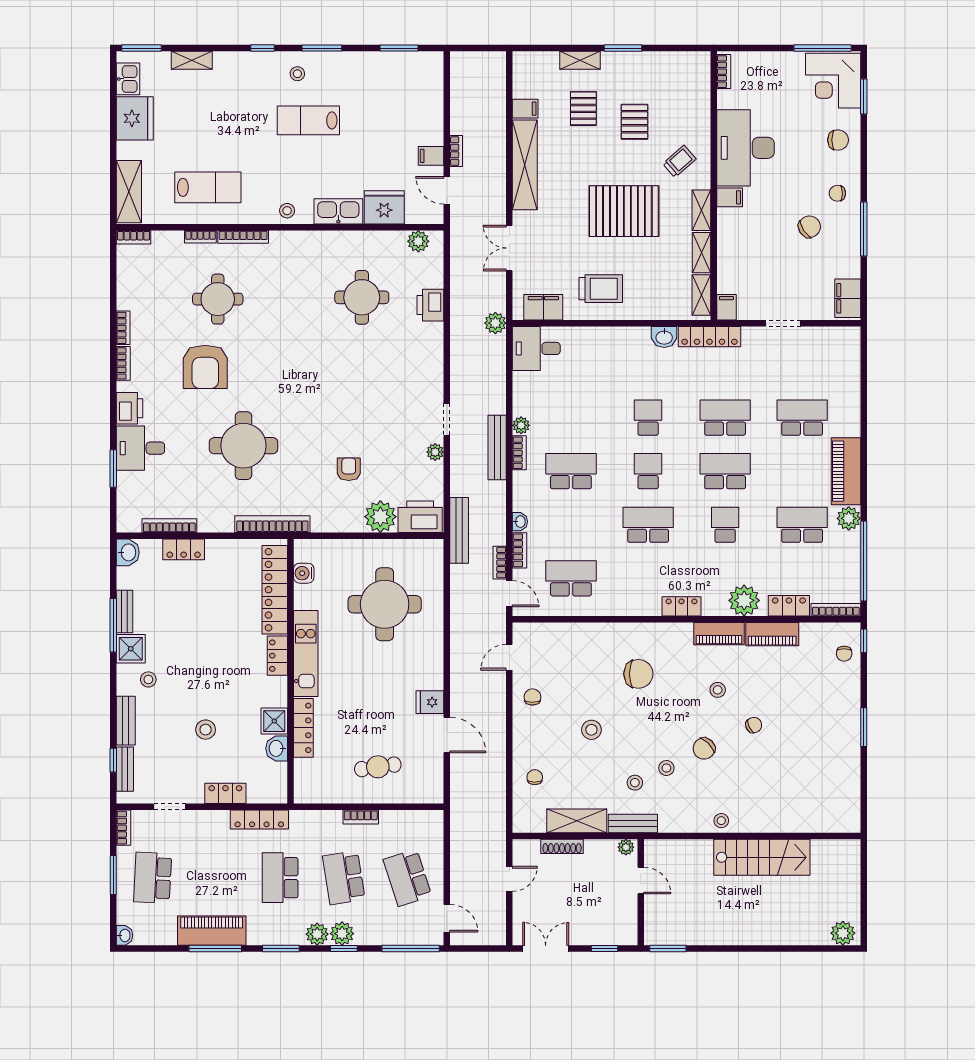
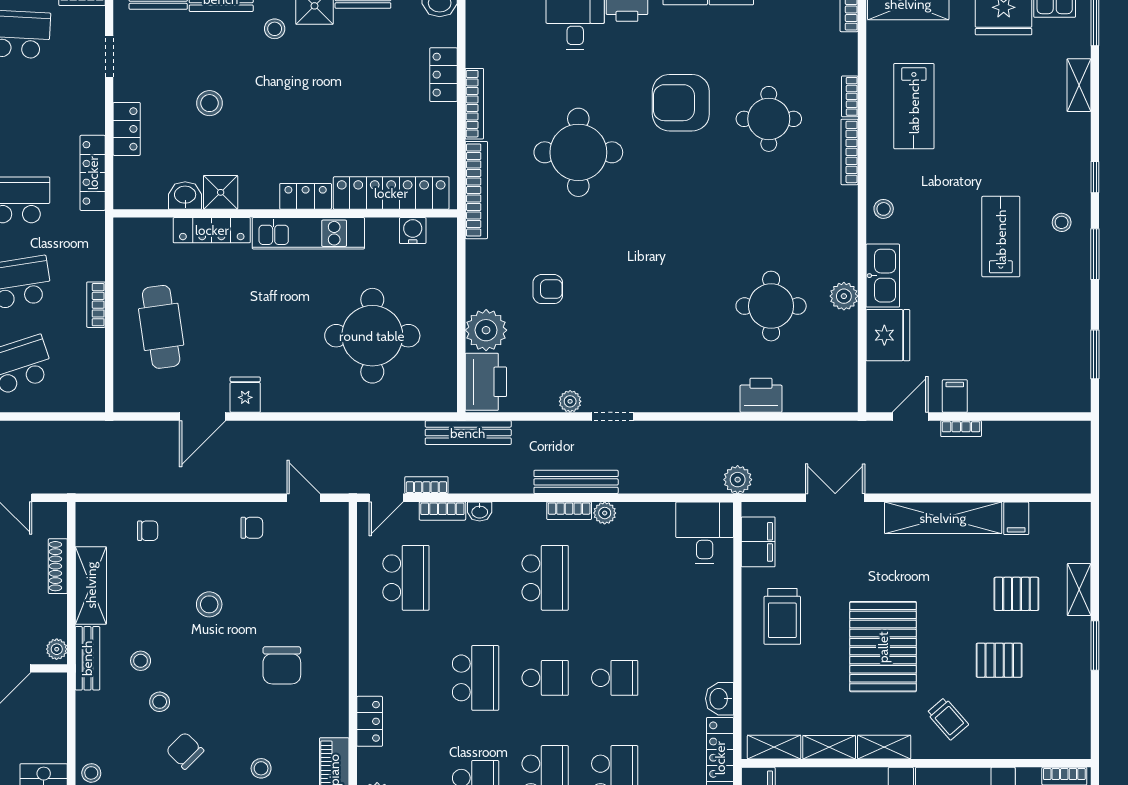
plant: (418, 241) -> (844, 296), moved
bookcase: (169, 526) -> (474, 104), moved
cafe table: (378, 767) -> (161, 327), width x1.37, depth x1.35

